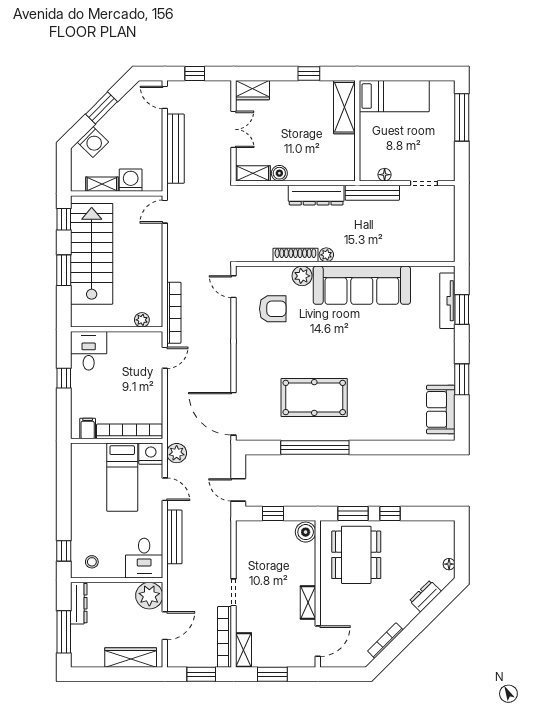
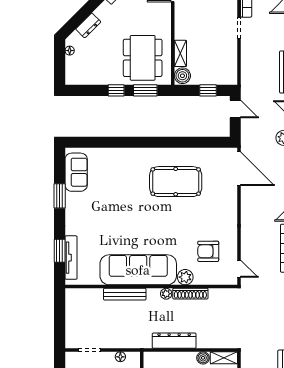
bench: (372, 193) -> (125, 294), moved
window: (315, 447) -> (175, 142), removed
shelving: (308, 602) -> (180, 53), moved

